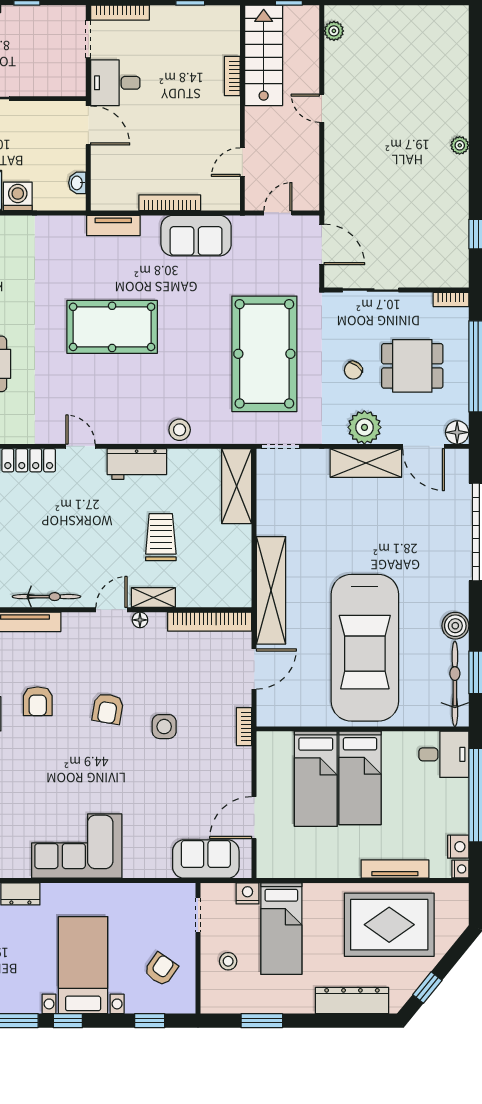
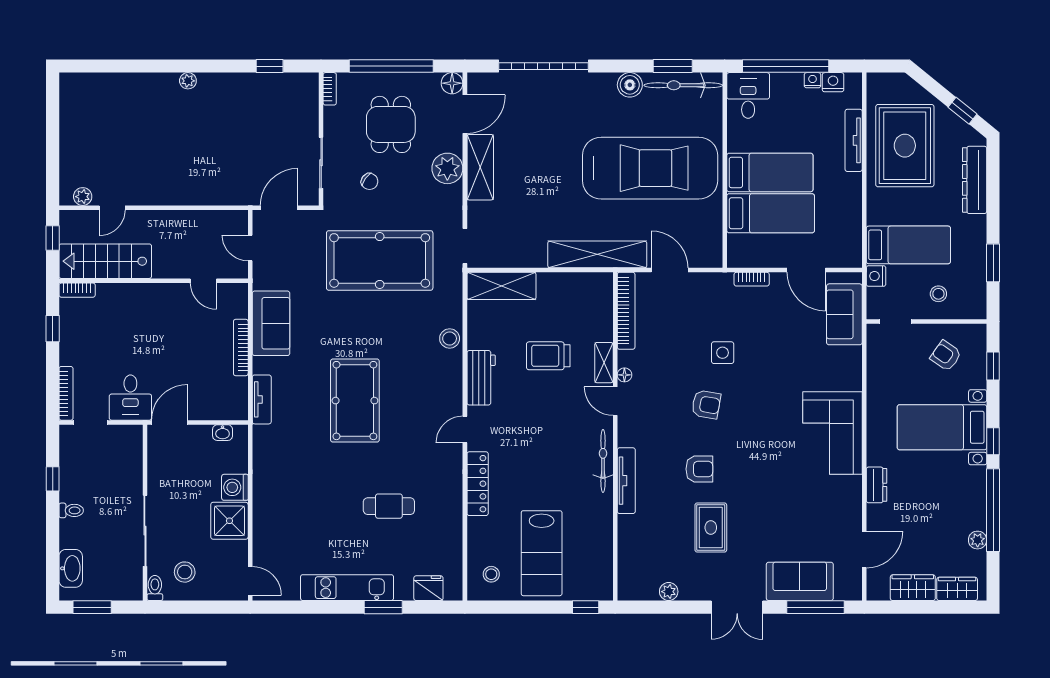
bookcase: (232, 76) -> (77, 290), moved
door: (322, 108) -> (112, 208), moved
chair: (353, 370) -> (369, 181), moved
bookcase: (244, 727) -> (752, 279), moved
nightstand: (460, 869) -> (813, 80), moved

